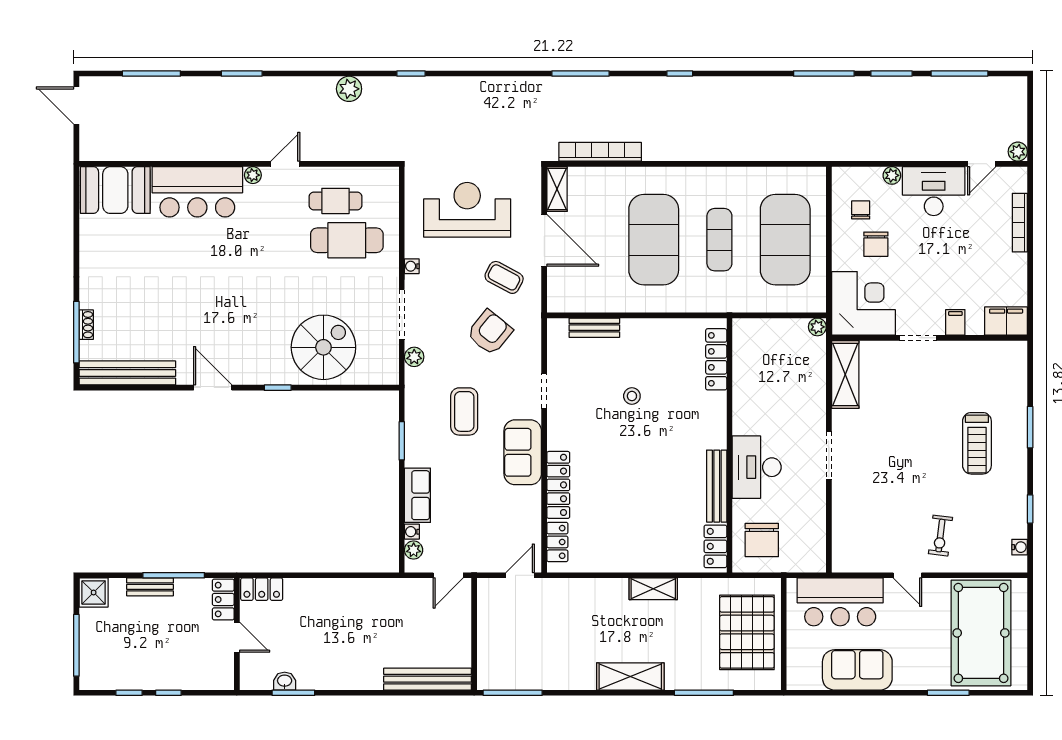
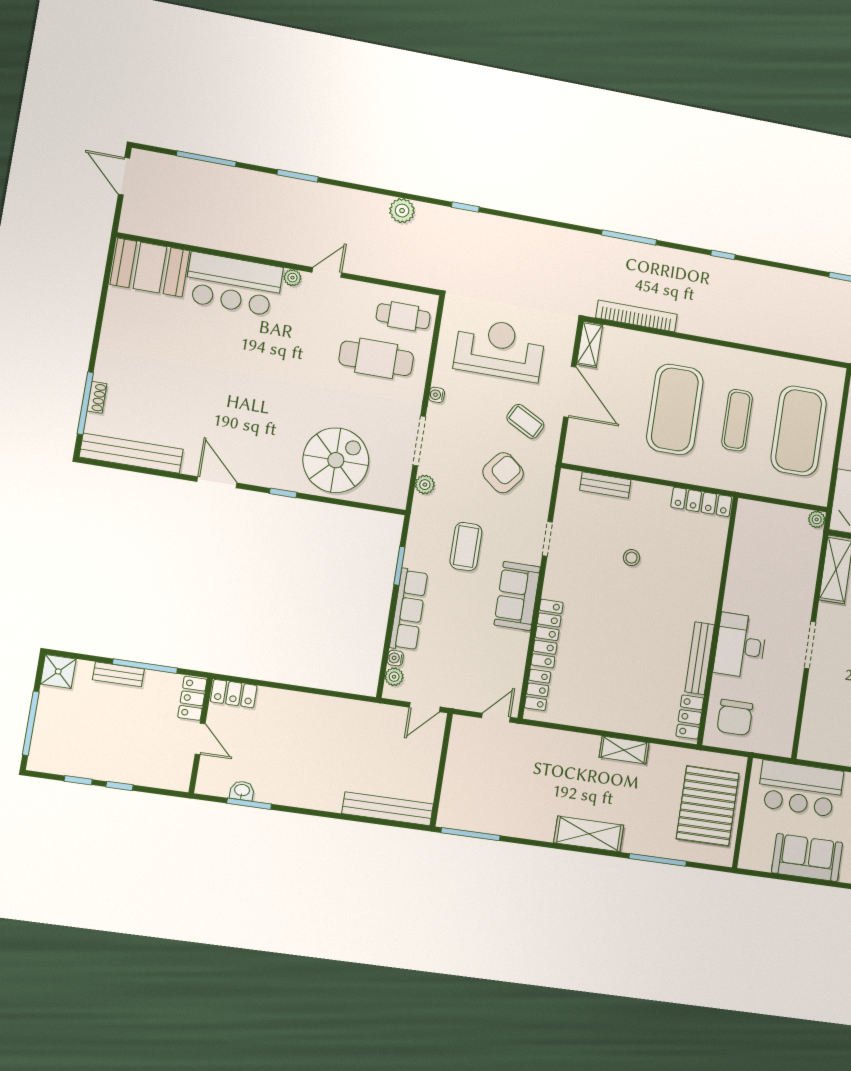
cafe table: (335, 201) -> (403, 316), moved
locker: (716, 359) -> (701, 502), moved, turned -90
row of seats: (417, 495) -> (409, 610), width x1.48

